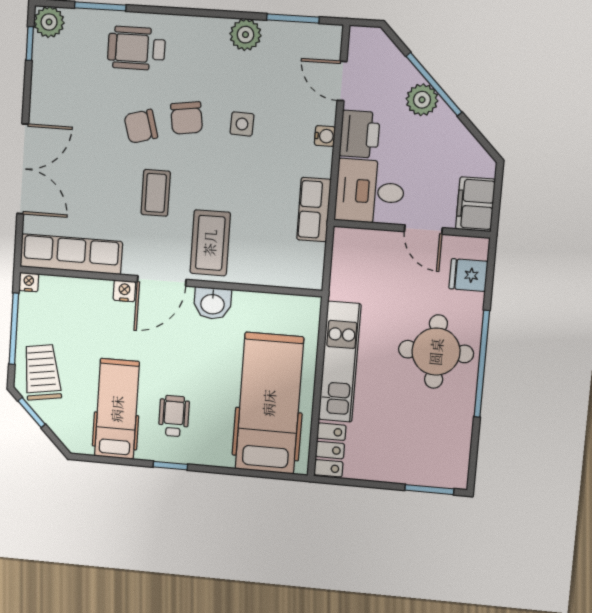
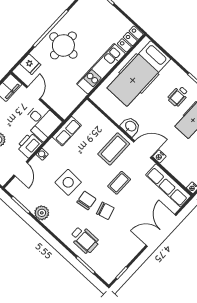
plant: (49, 22) -> (108, 275), removed
side table: (242, 124) -> (68, 182), width x1.87, depth x1.87

